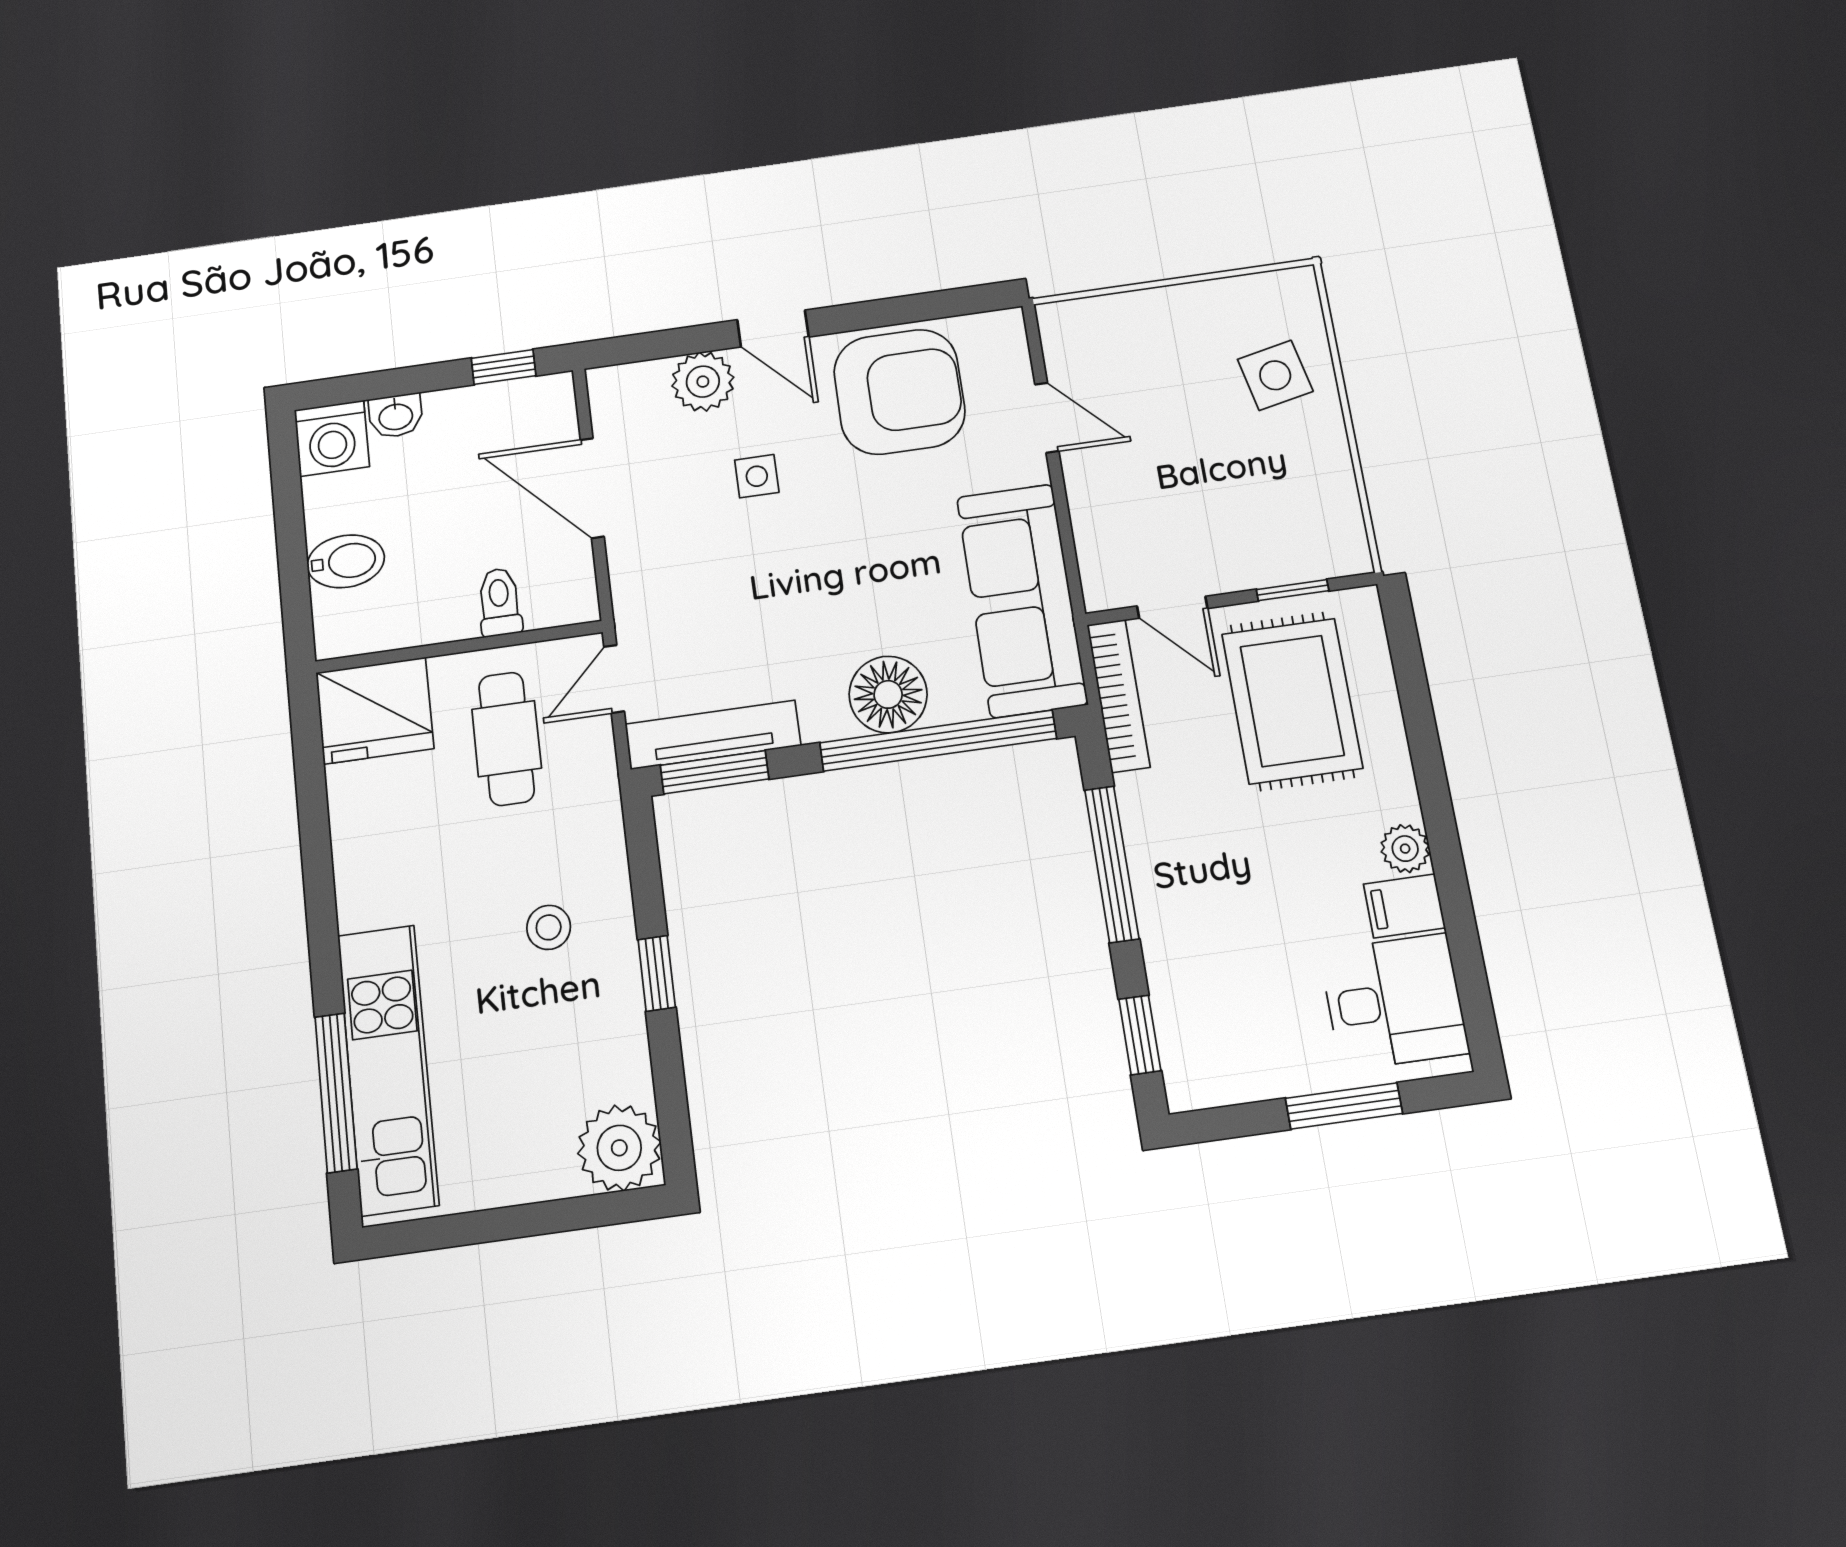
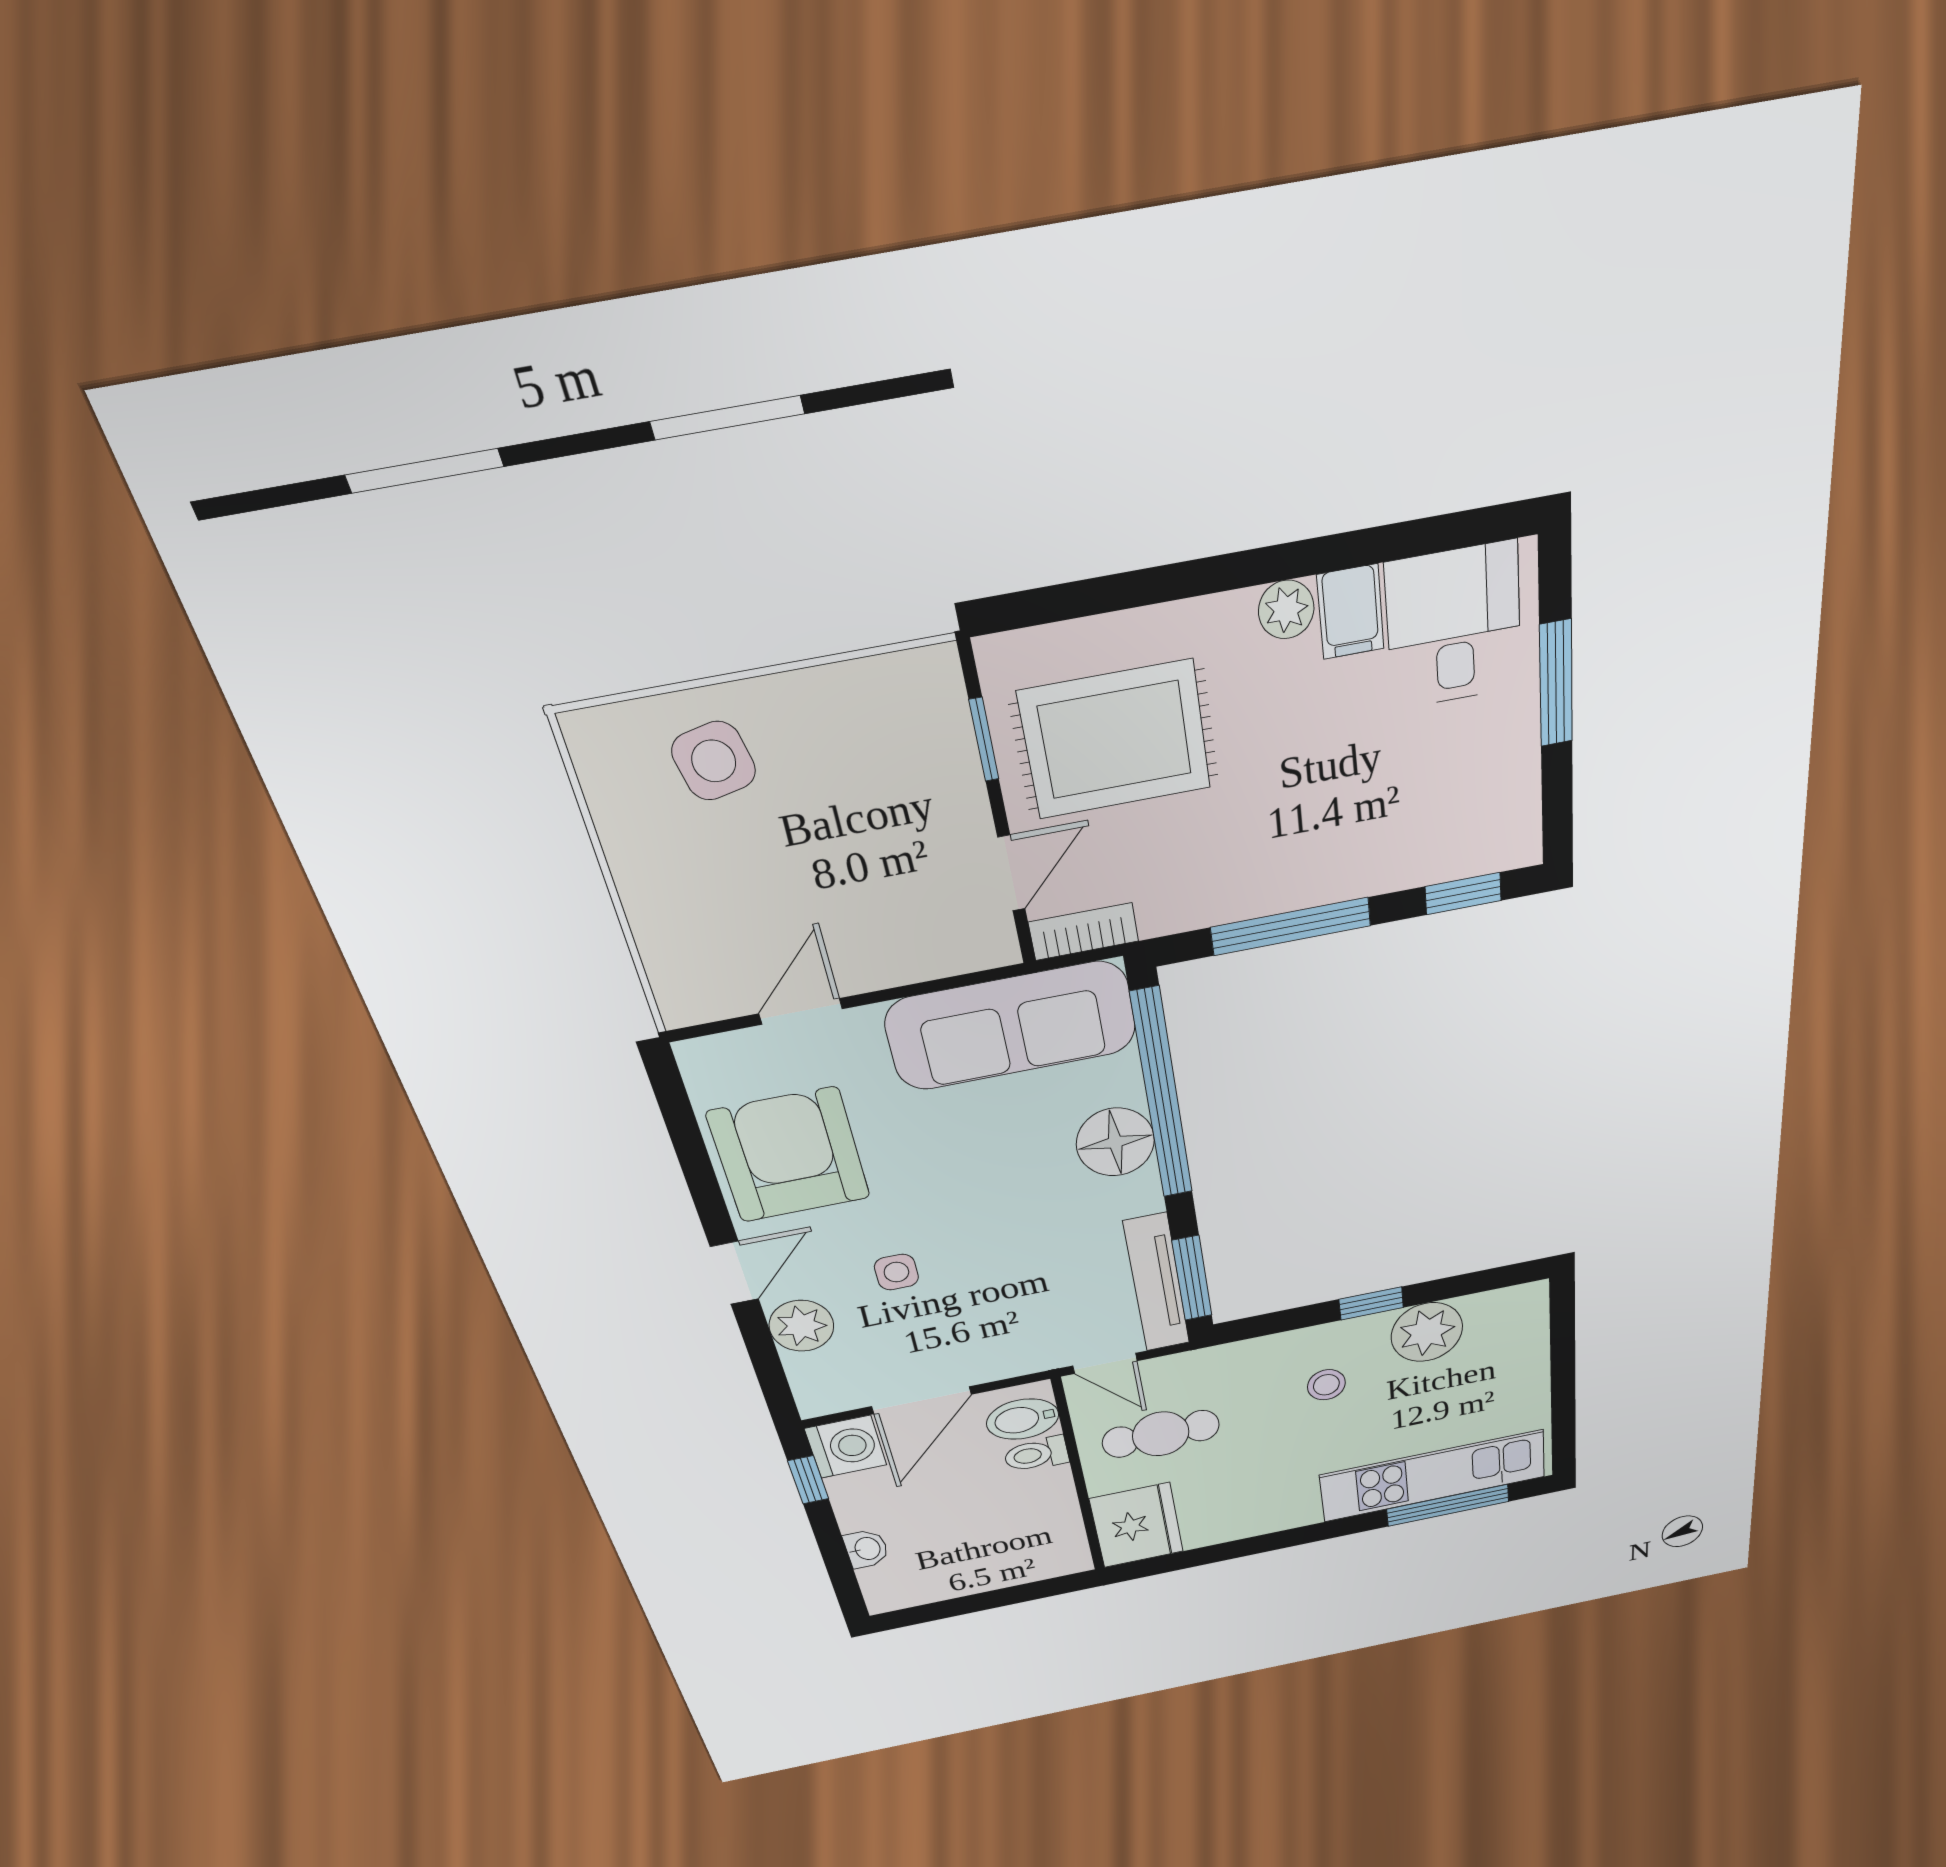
washing machine: (332, 438) -> (846, 1447), moved
bidet: (346, 561) -> (1023, 1419), moved, turned -90
bookcase: (1118, 696) -> (1084, 932), width x0.64
plant: (619, 1148) -> (1427, 1332), moved

